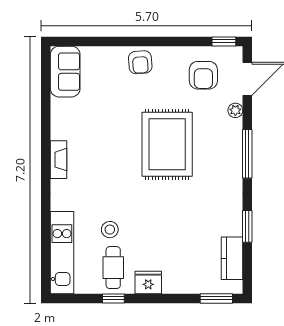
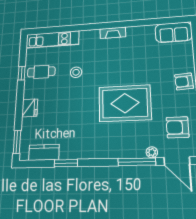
window: (247, 154) -> (137, 162), moved
stool: (110, 230) -> (76, 72), moved
fridge: (148, 282) -> (30, 108), moved

